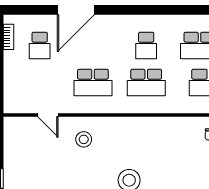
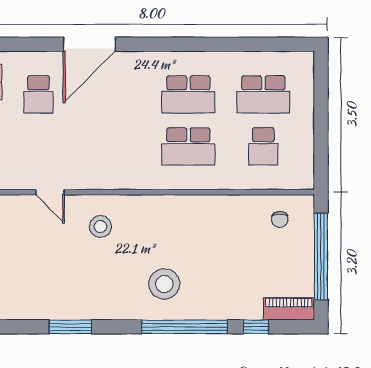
school desk: (146, 45) -> (188, 94), width x1.85
school desk: (93, 82) -> (113, 146), removed

